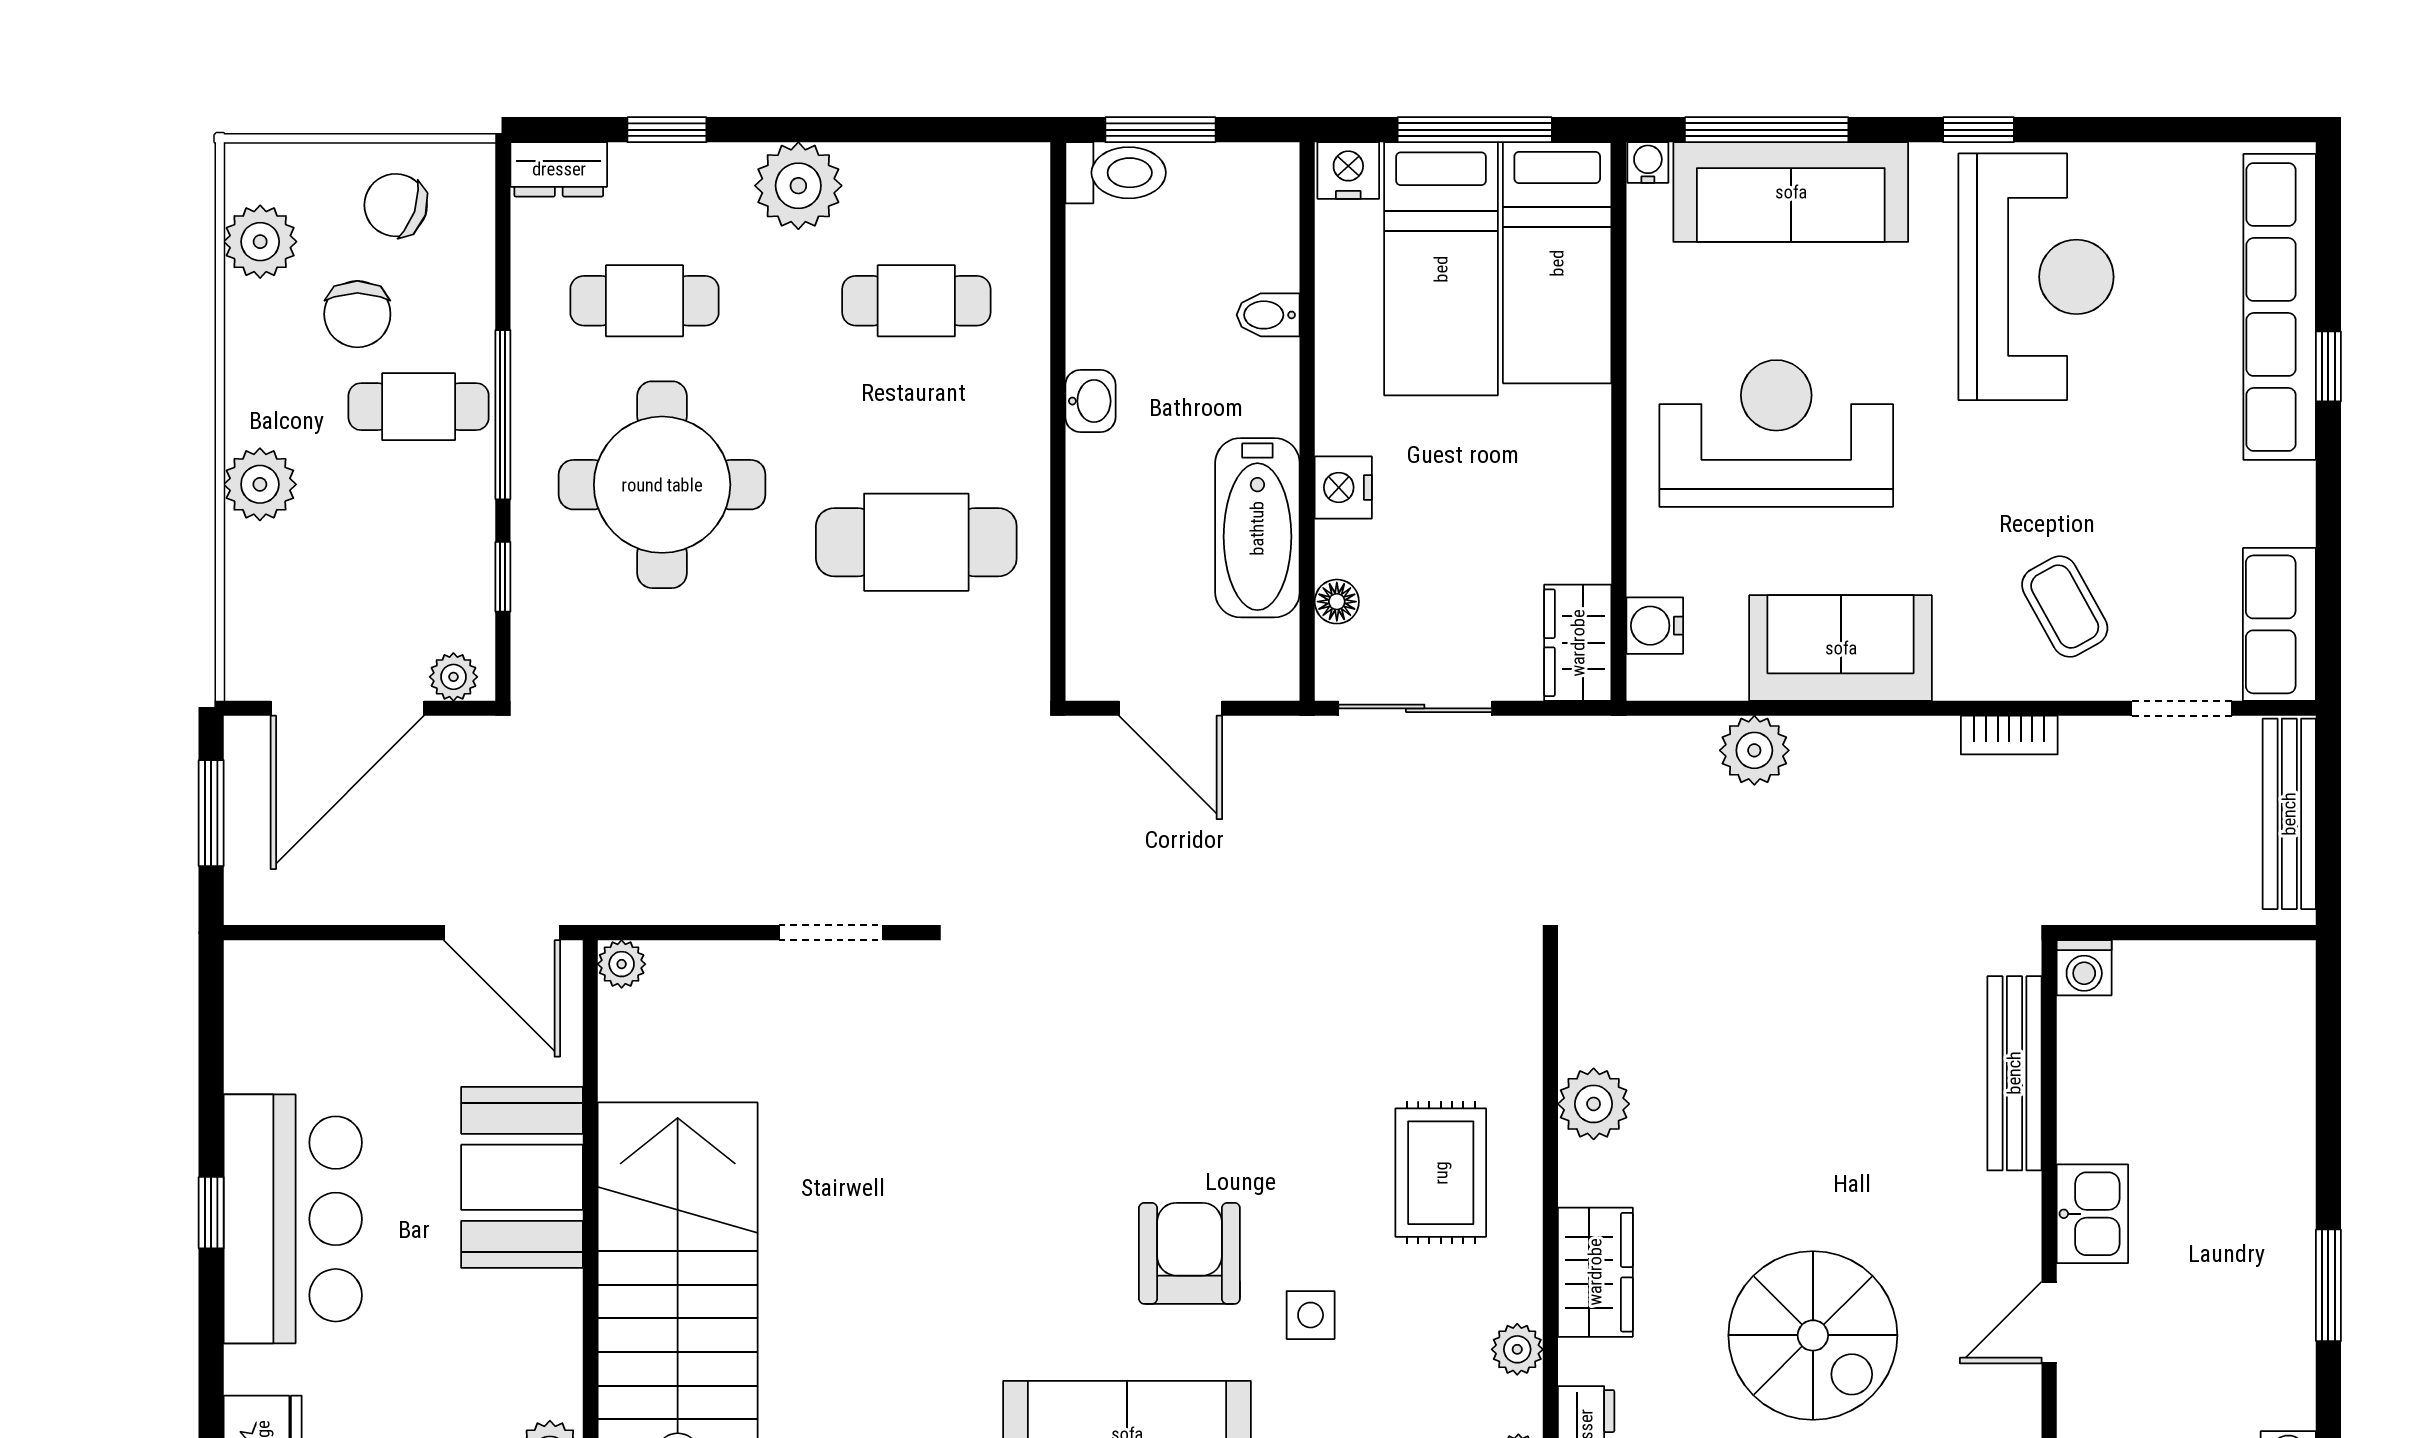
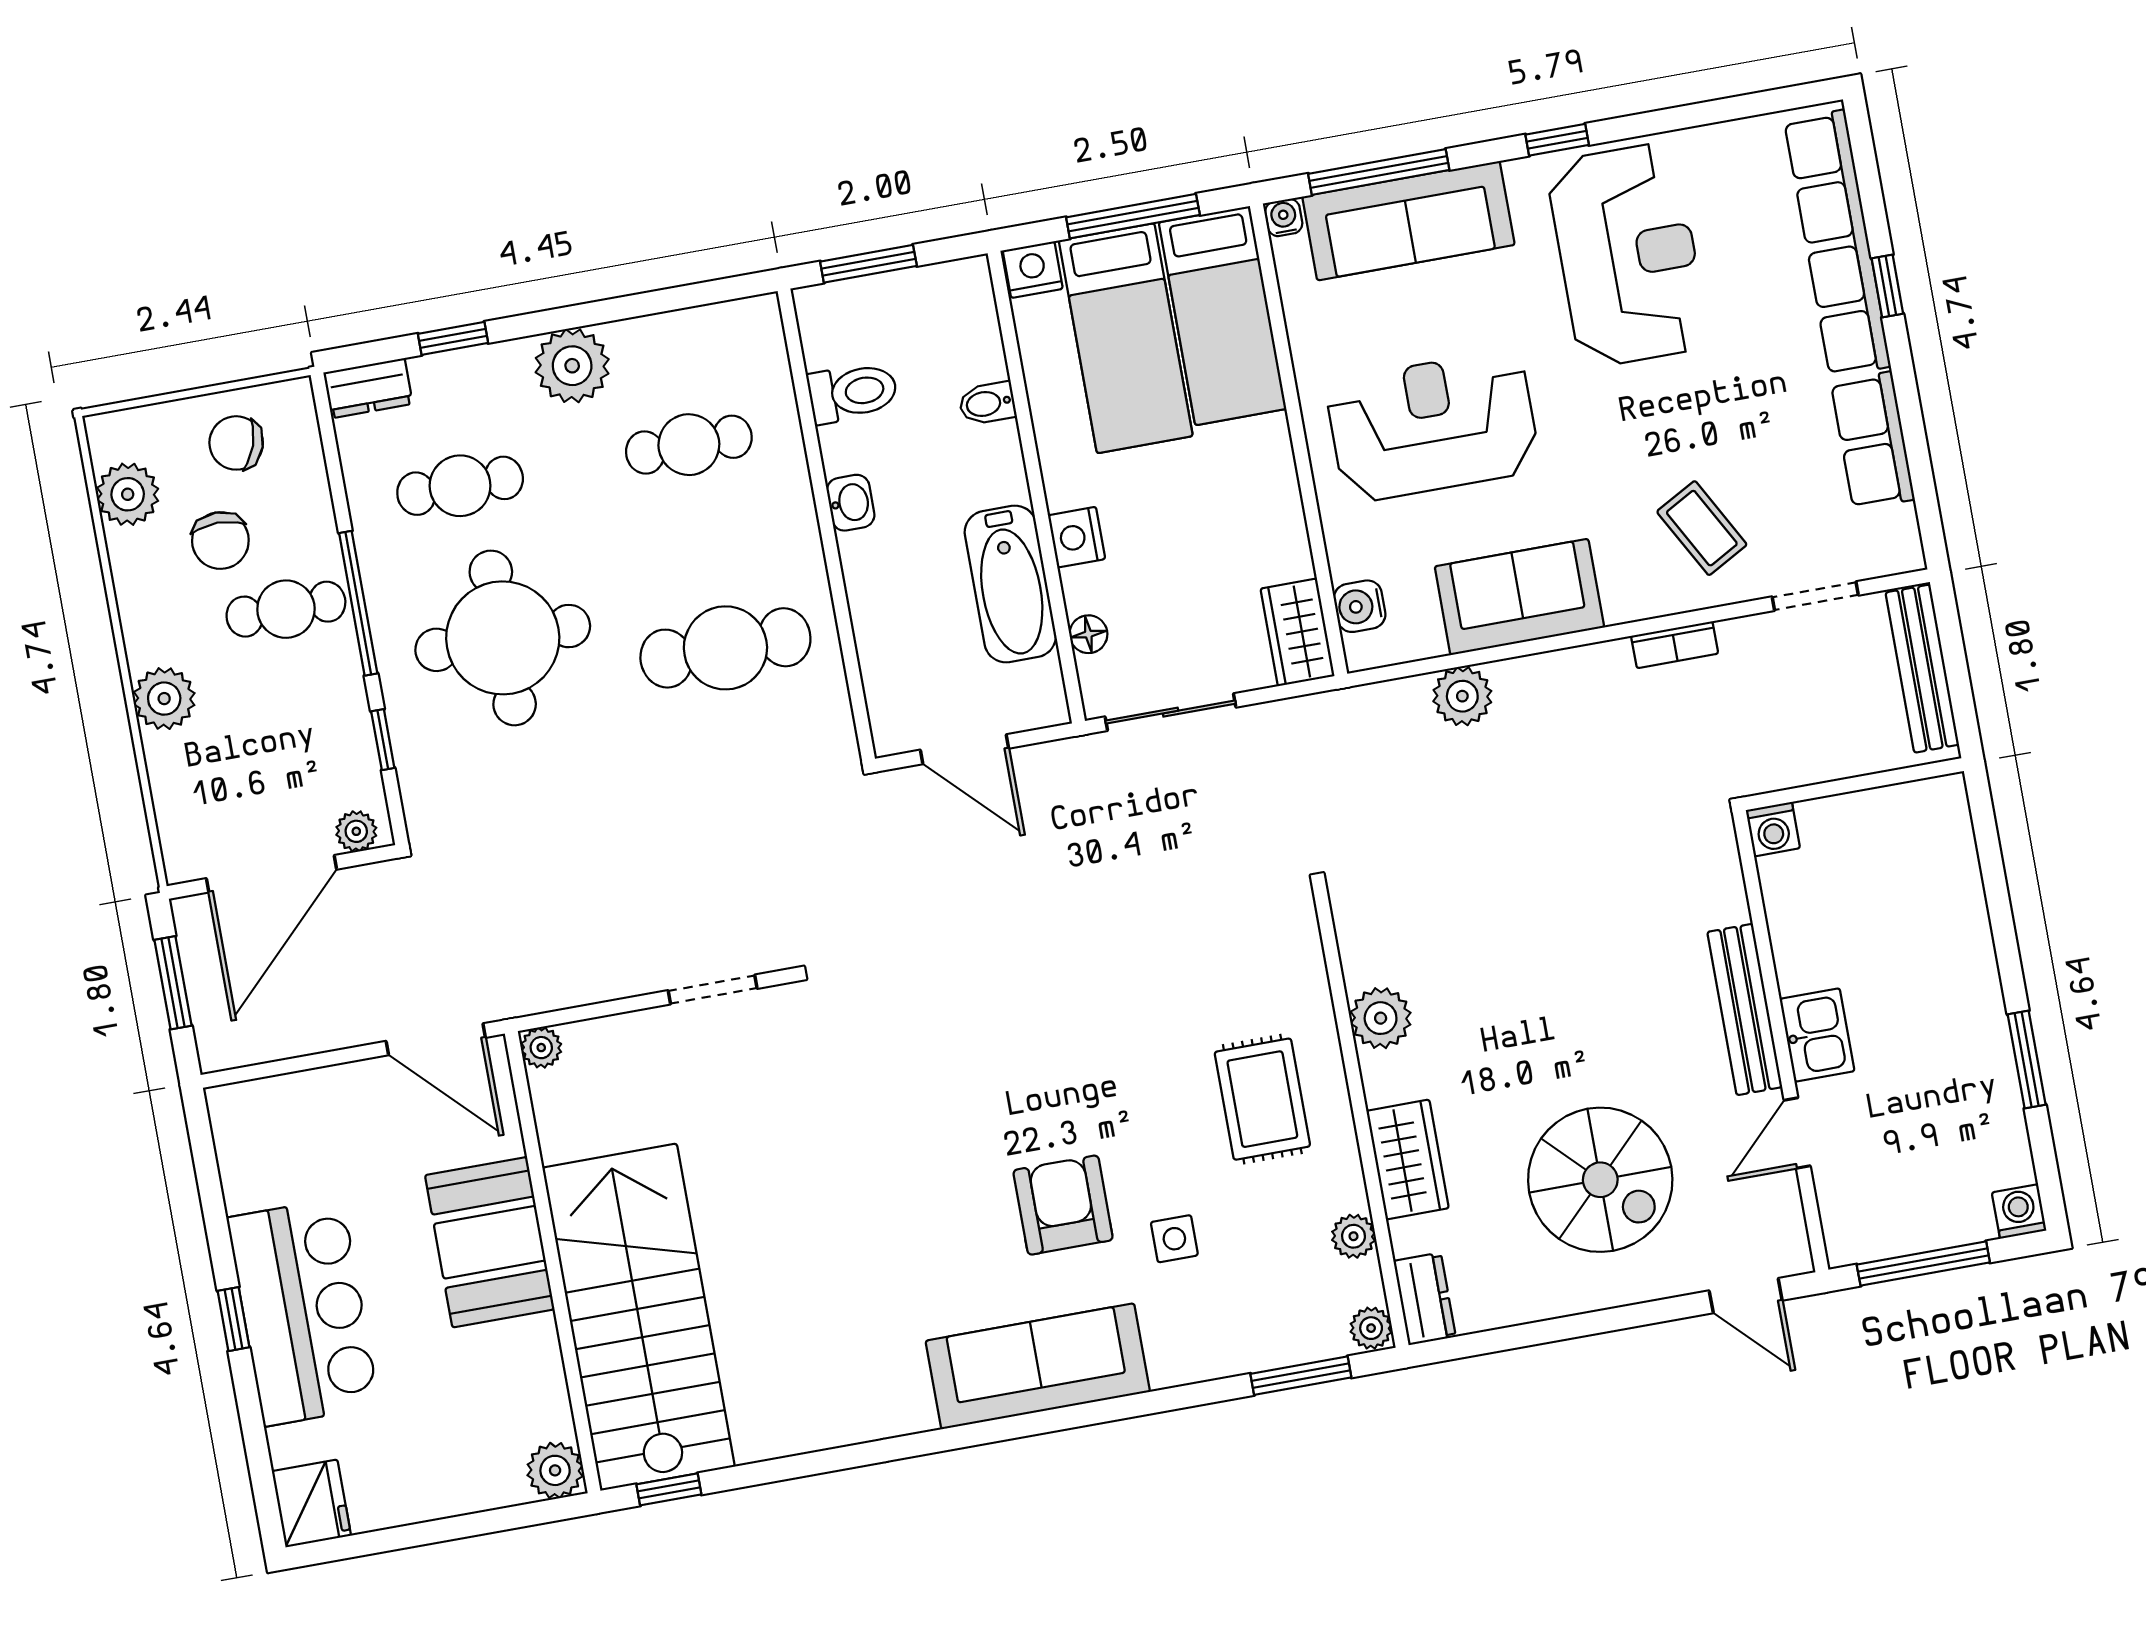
toilet: (1116, 173) -> (853, 392), moved
row of seats: (2279, 624) -> (1873, 441), moved
bench: (2014, 1073) -> (1745, 1009), moved

